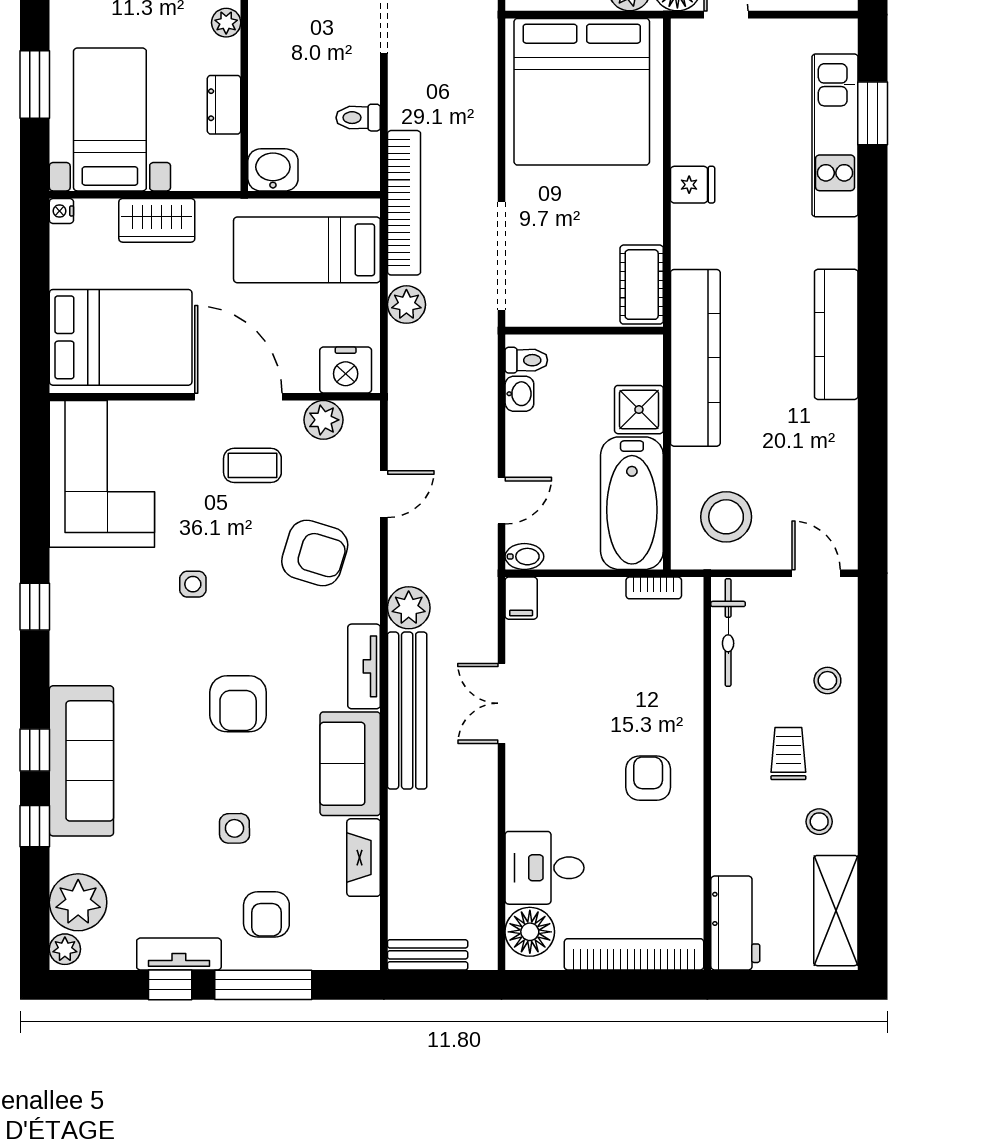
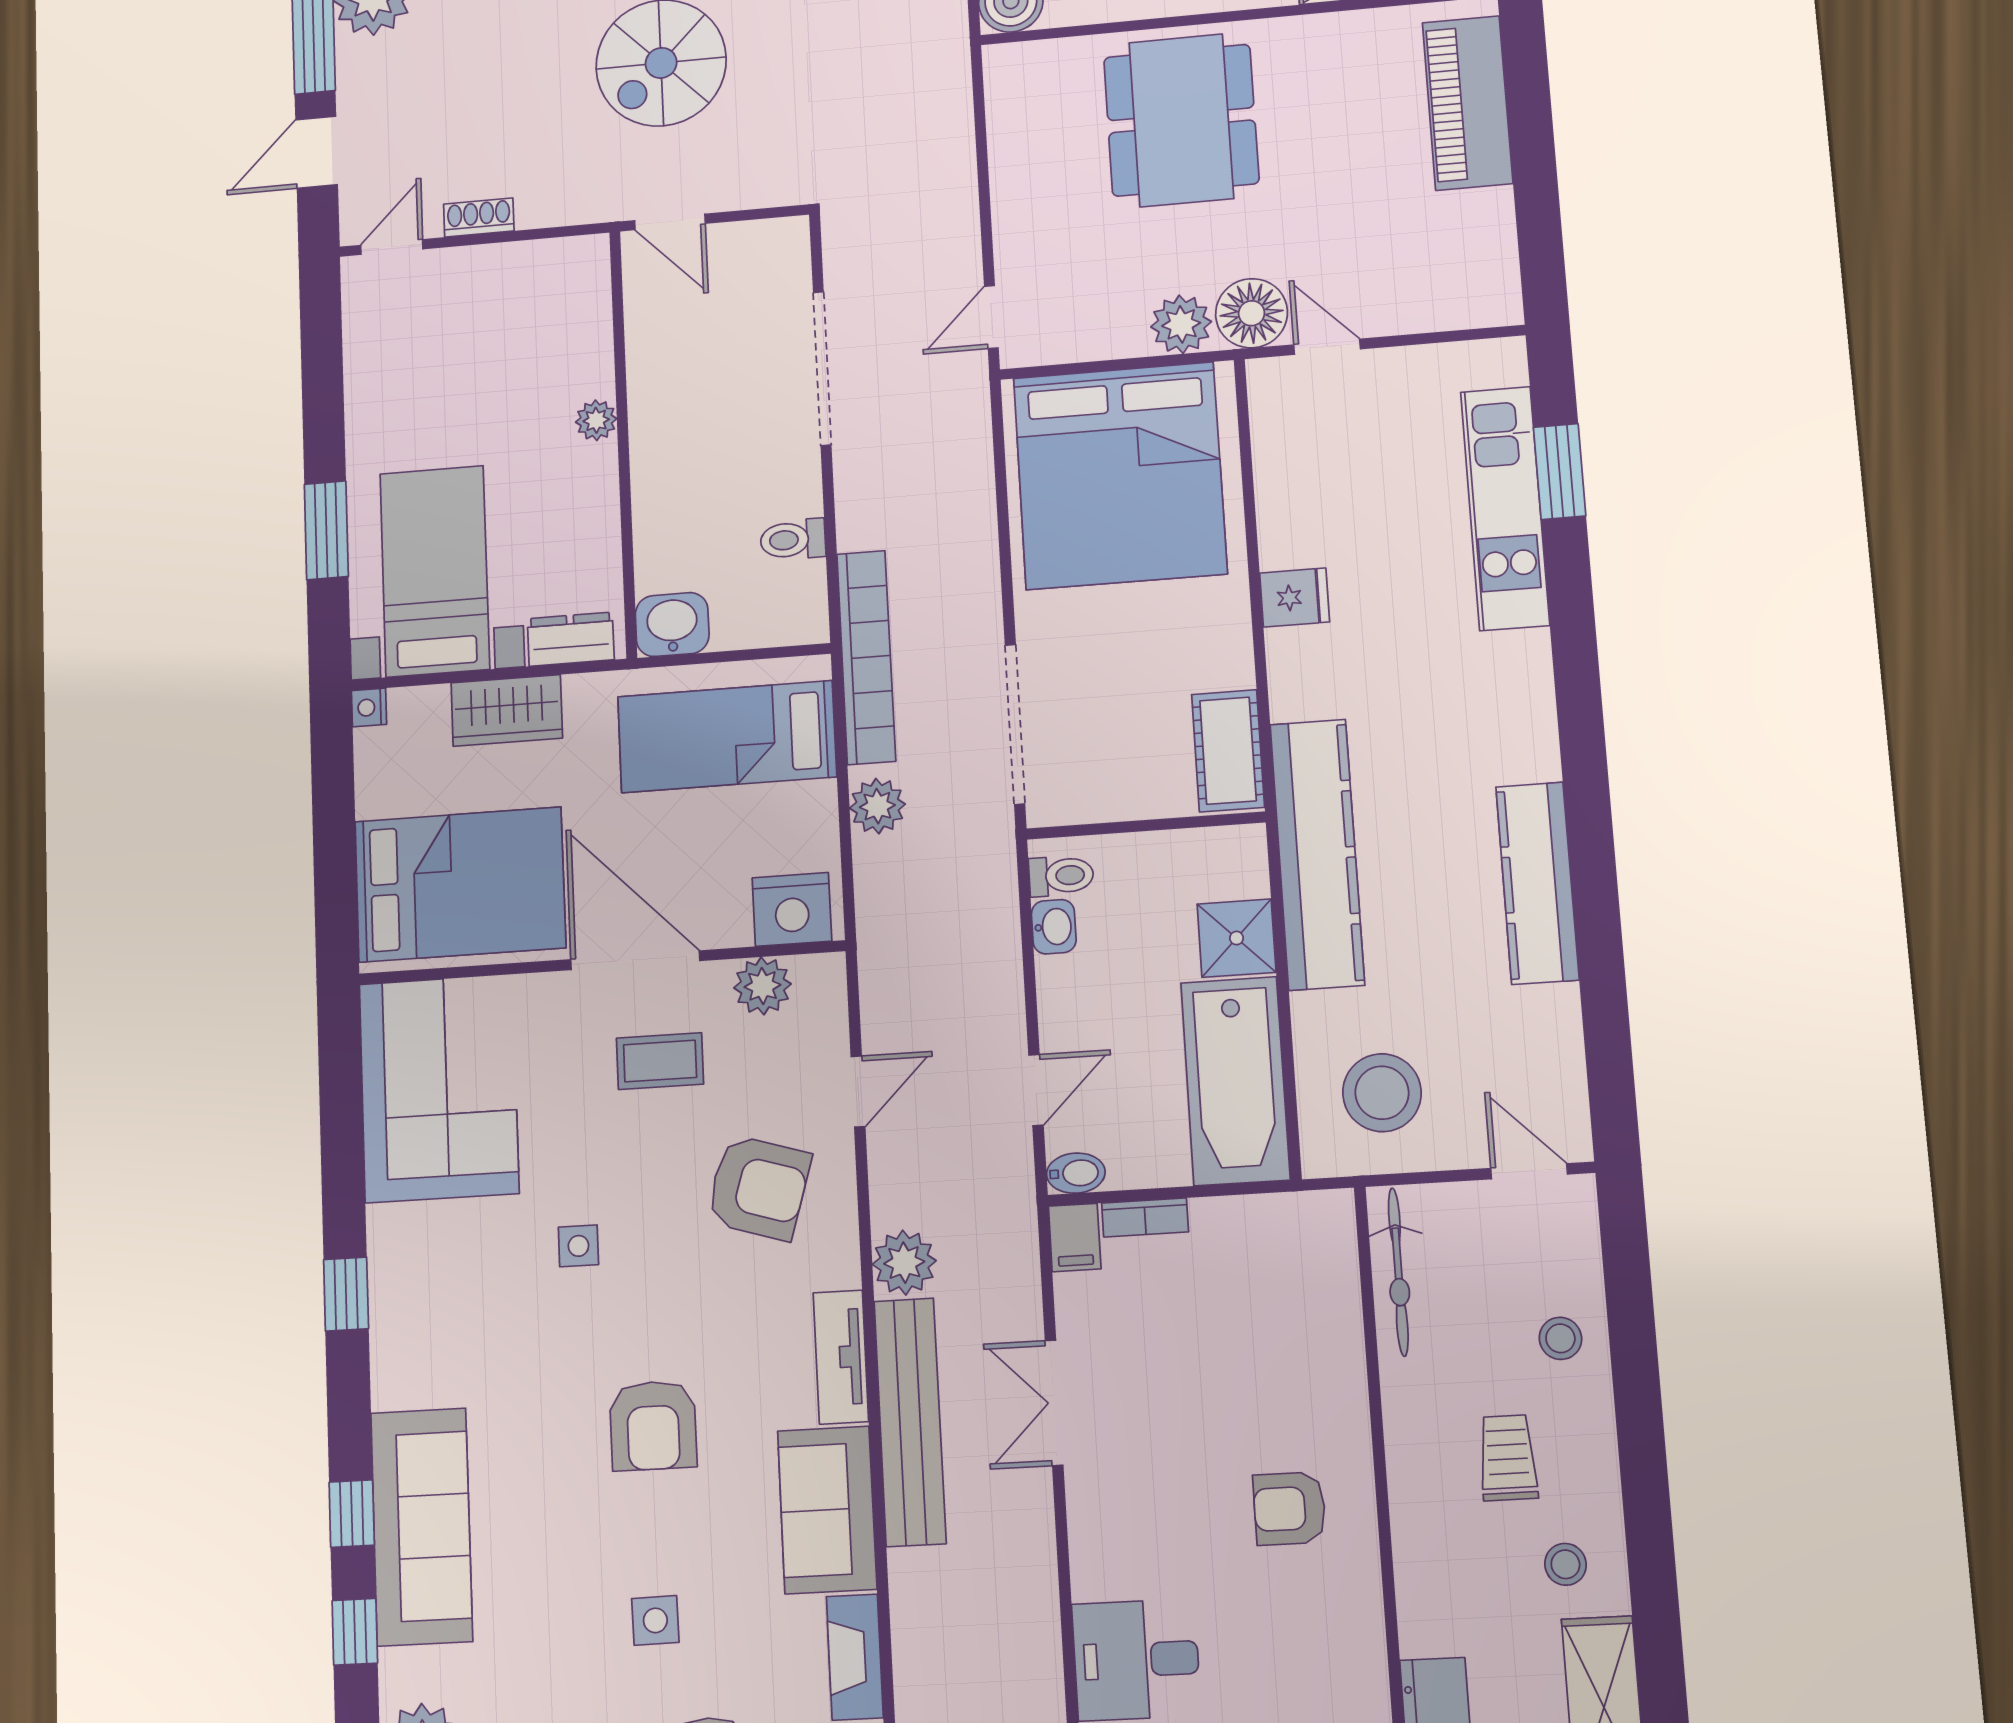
dresser: (224, 105) -> (571, 639), moved, turned 90
kitchen counter: (836, 334) -> (1537, 883), moved
bookcase: (654, 588) -> (1145, 1217), moved
armchair: (648, 778) -> (1289, 1509), turned -90

